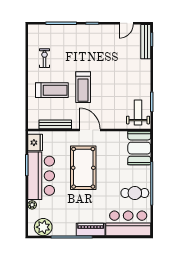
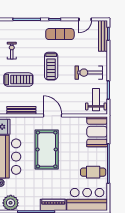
exercise mat: (98, 40) -> (60, 34), added
exercise bike: (130, 82) -> (89, 73), added
treadmill: (83, 87) -> (51, 66), moved

